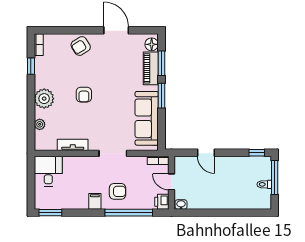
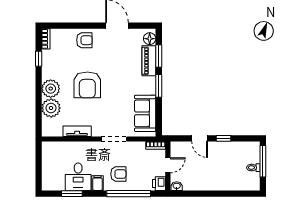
armchair: (81, 46) -> (84, 40), turned -148
armchair: (84, 95) -> (87, 85), width x1.88, depth x1.88
sofa: (147, 118) -> (145, 113), width x0.73
plant: (40, 124) -> (51, 108), width x1.87, depth x1.87
window: (257, 153) -> (223, 138), moved
desk: (48, 171) -> (78, 177), moved, turned 180
door: (171, 182) -> (168, 165), swing flipped
window: (50, 213) -> (72, 194), moved

